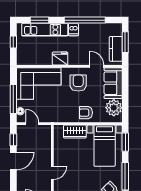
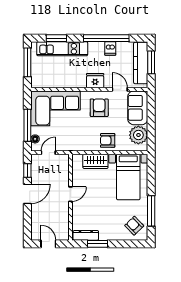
dishwasher: (73, 29) -> (110, 48), moved
window: (13, 42) -> (27, 62), width x2.17
kitchen counter: (116, 49) -> (141, 63), width x1.50
fridge: (60, 59) -> (95, 81), moved
door: (32, 124) -> (48, 153), hinge flipped
window: (125, 142) -> (151, 173), removed
door: (52, 173) -> (71, 194), moved

